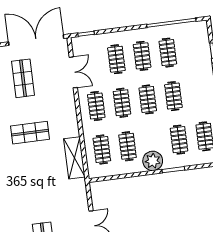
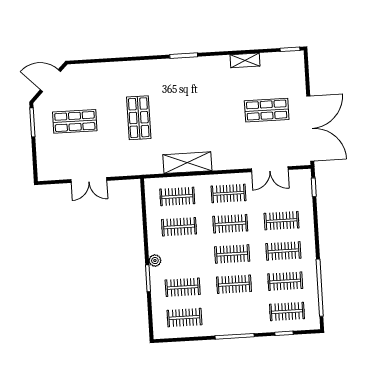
clothes rail: (194, 49) -> (287, 311), added
shop shelf: (30, 133) -> (139, 118), moved
shelving: (74, 158) -> (187, 163), moved
plant: (153, 161) -> (155, 261), width x0.53, depth x0.53

